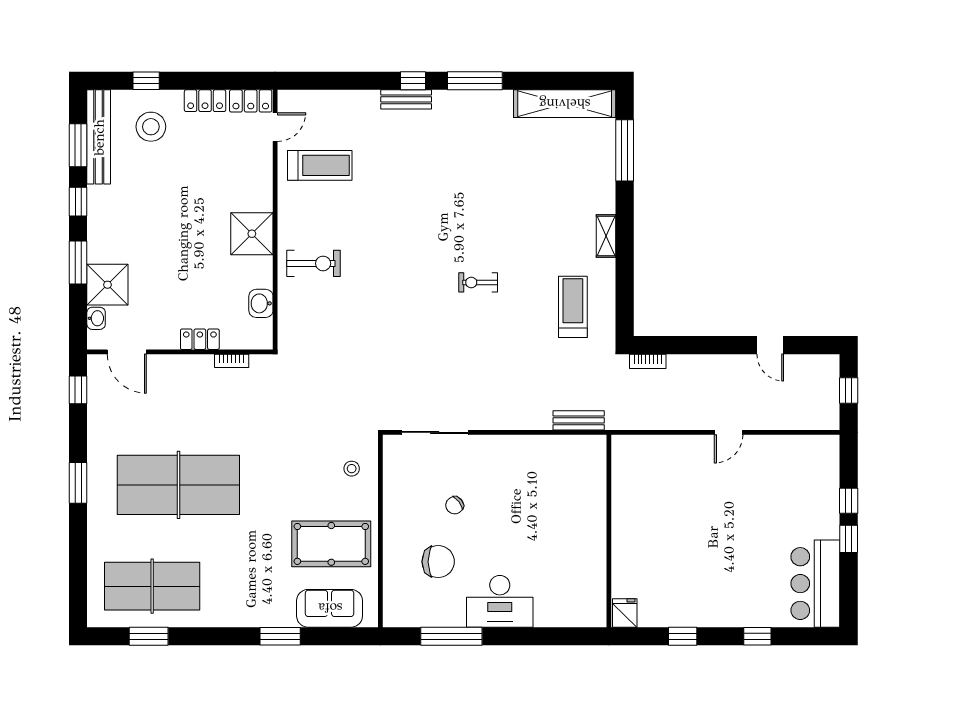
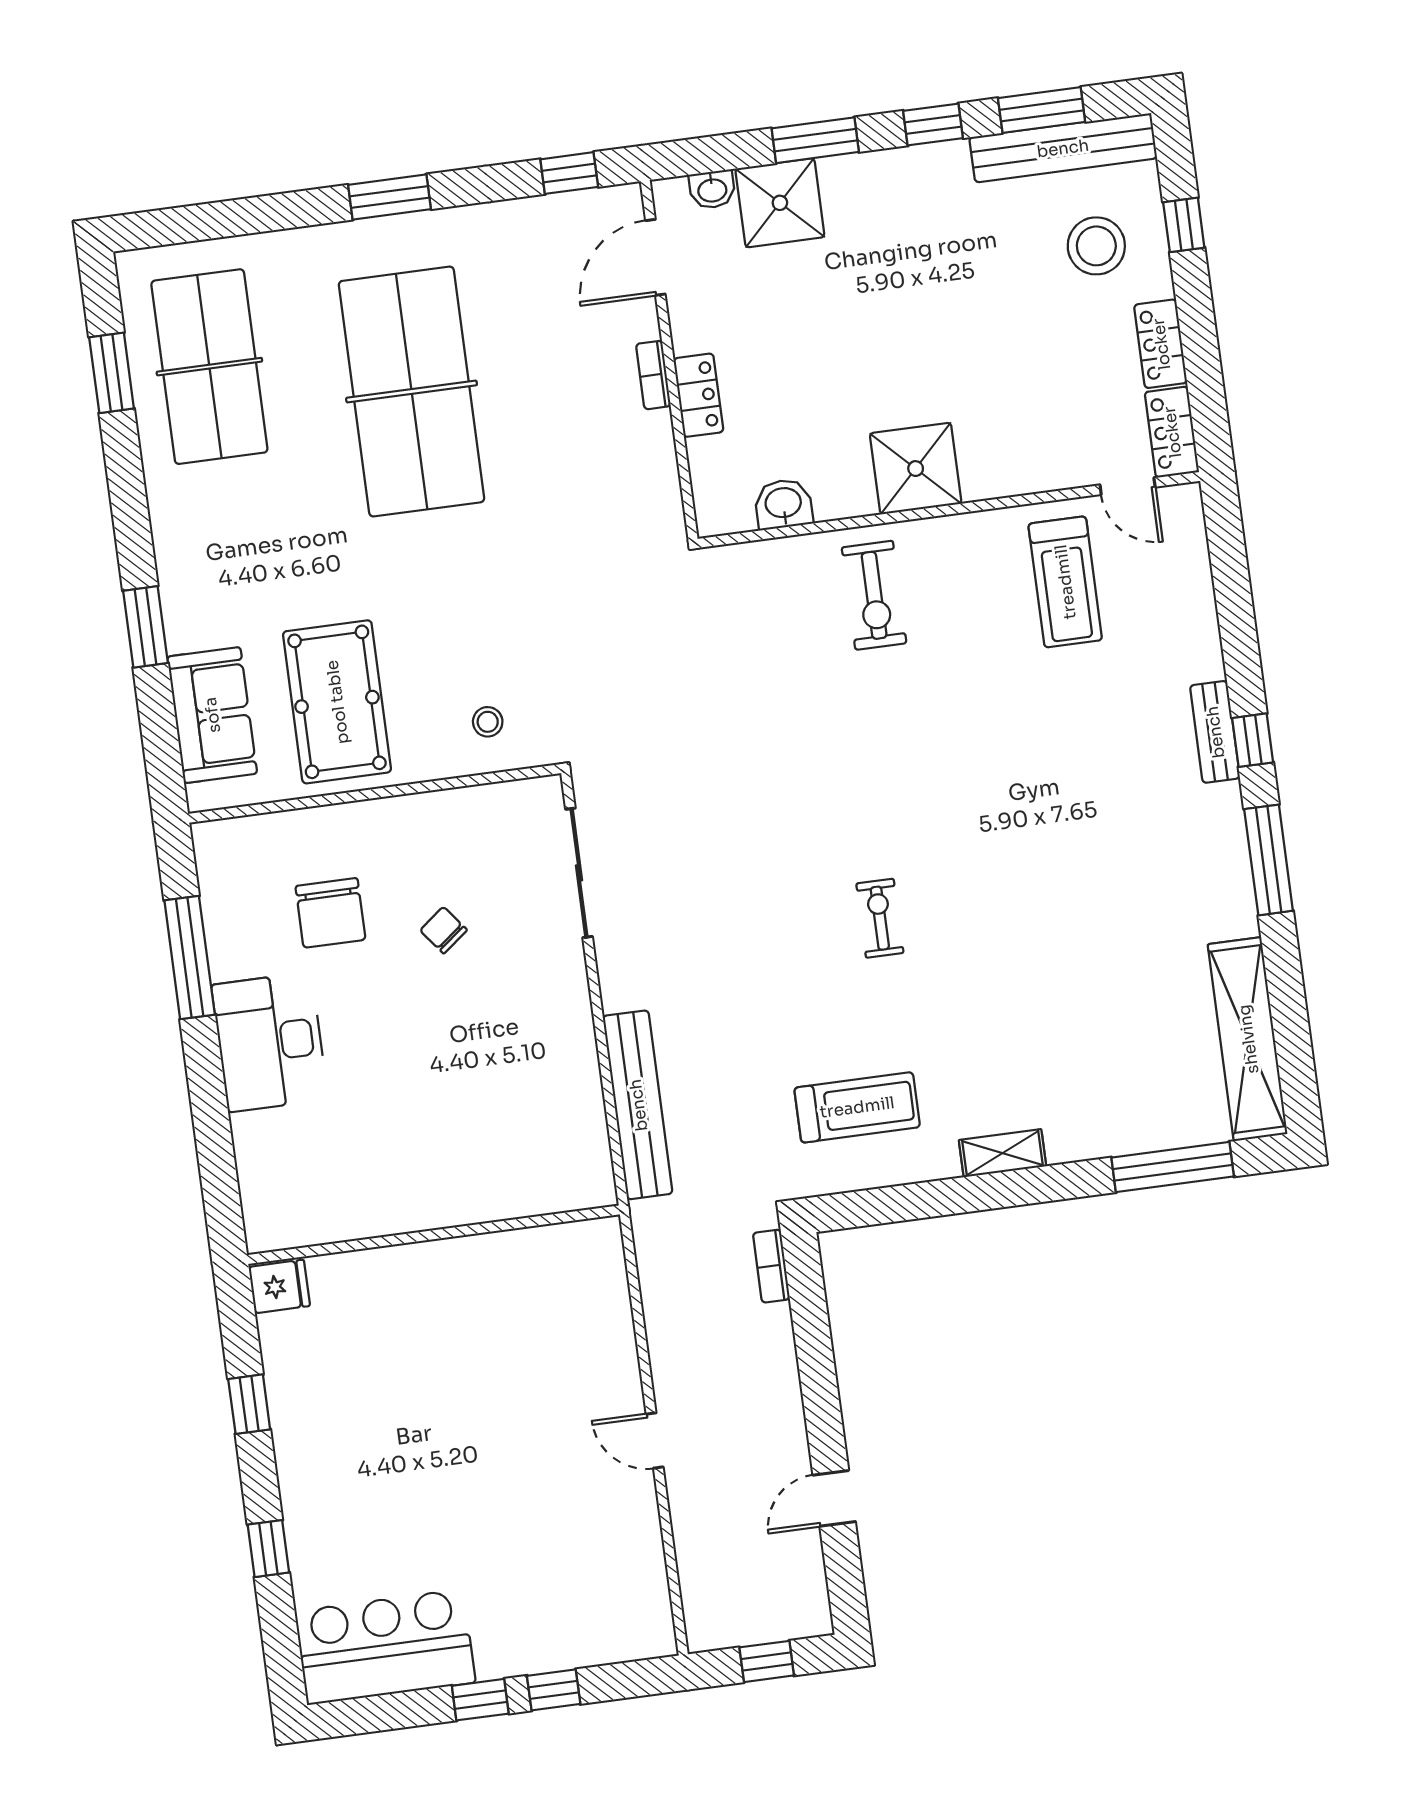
bookcase: (232, 361) -> (653, 375), moved
bench: (579, 420) -> (638, 1105), width x1.86, depth x1.21

